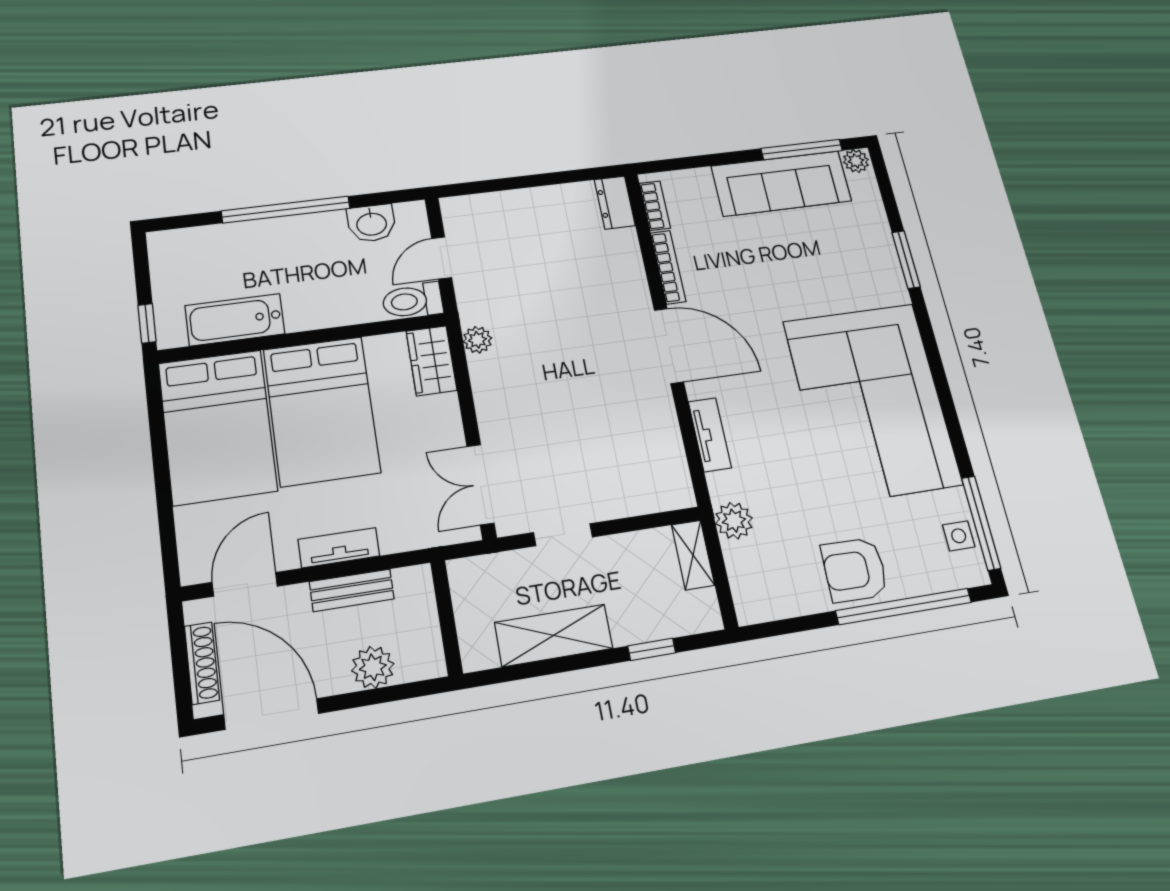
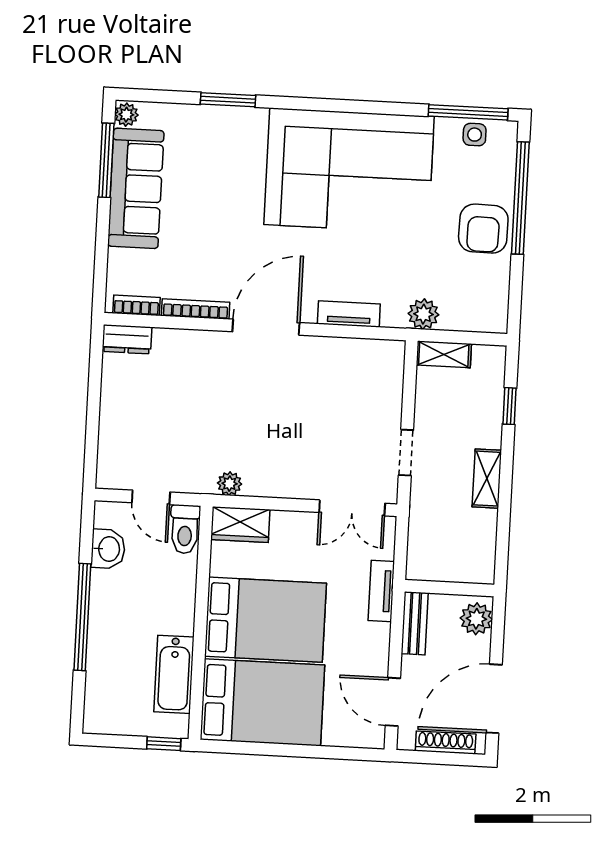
tv unit: (339, 548) -> (381, 591), moved
wall: (446, 618) -> (449, 588), moved
shelving: (554, 635) -> (487, 479), width x0.67, depth x0.75

